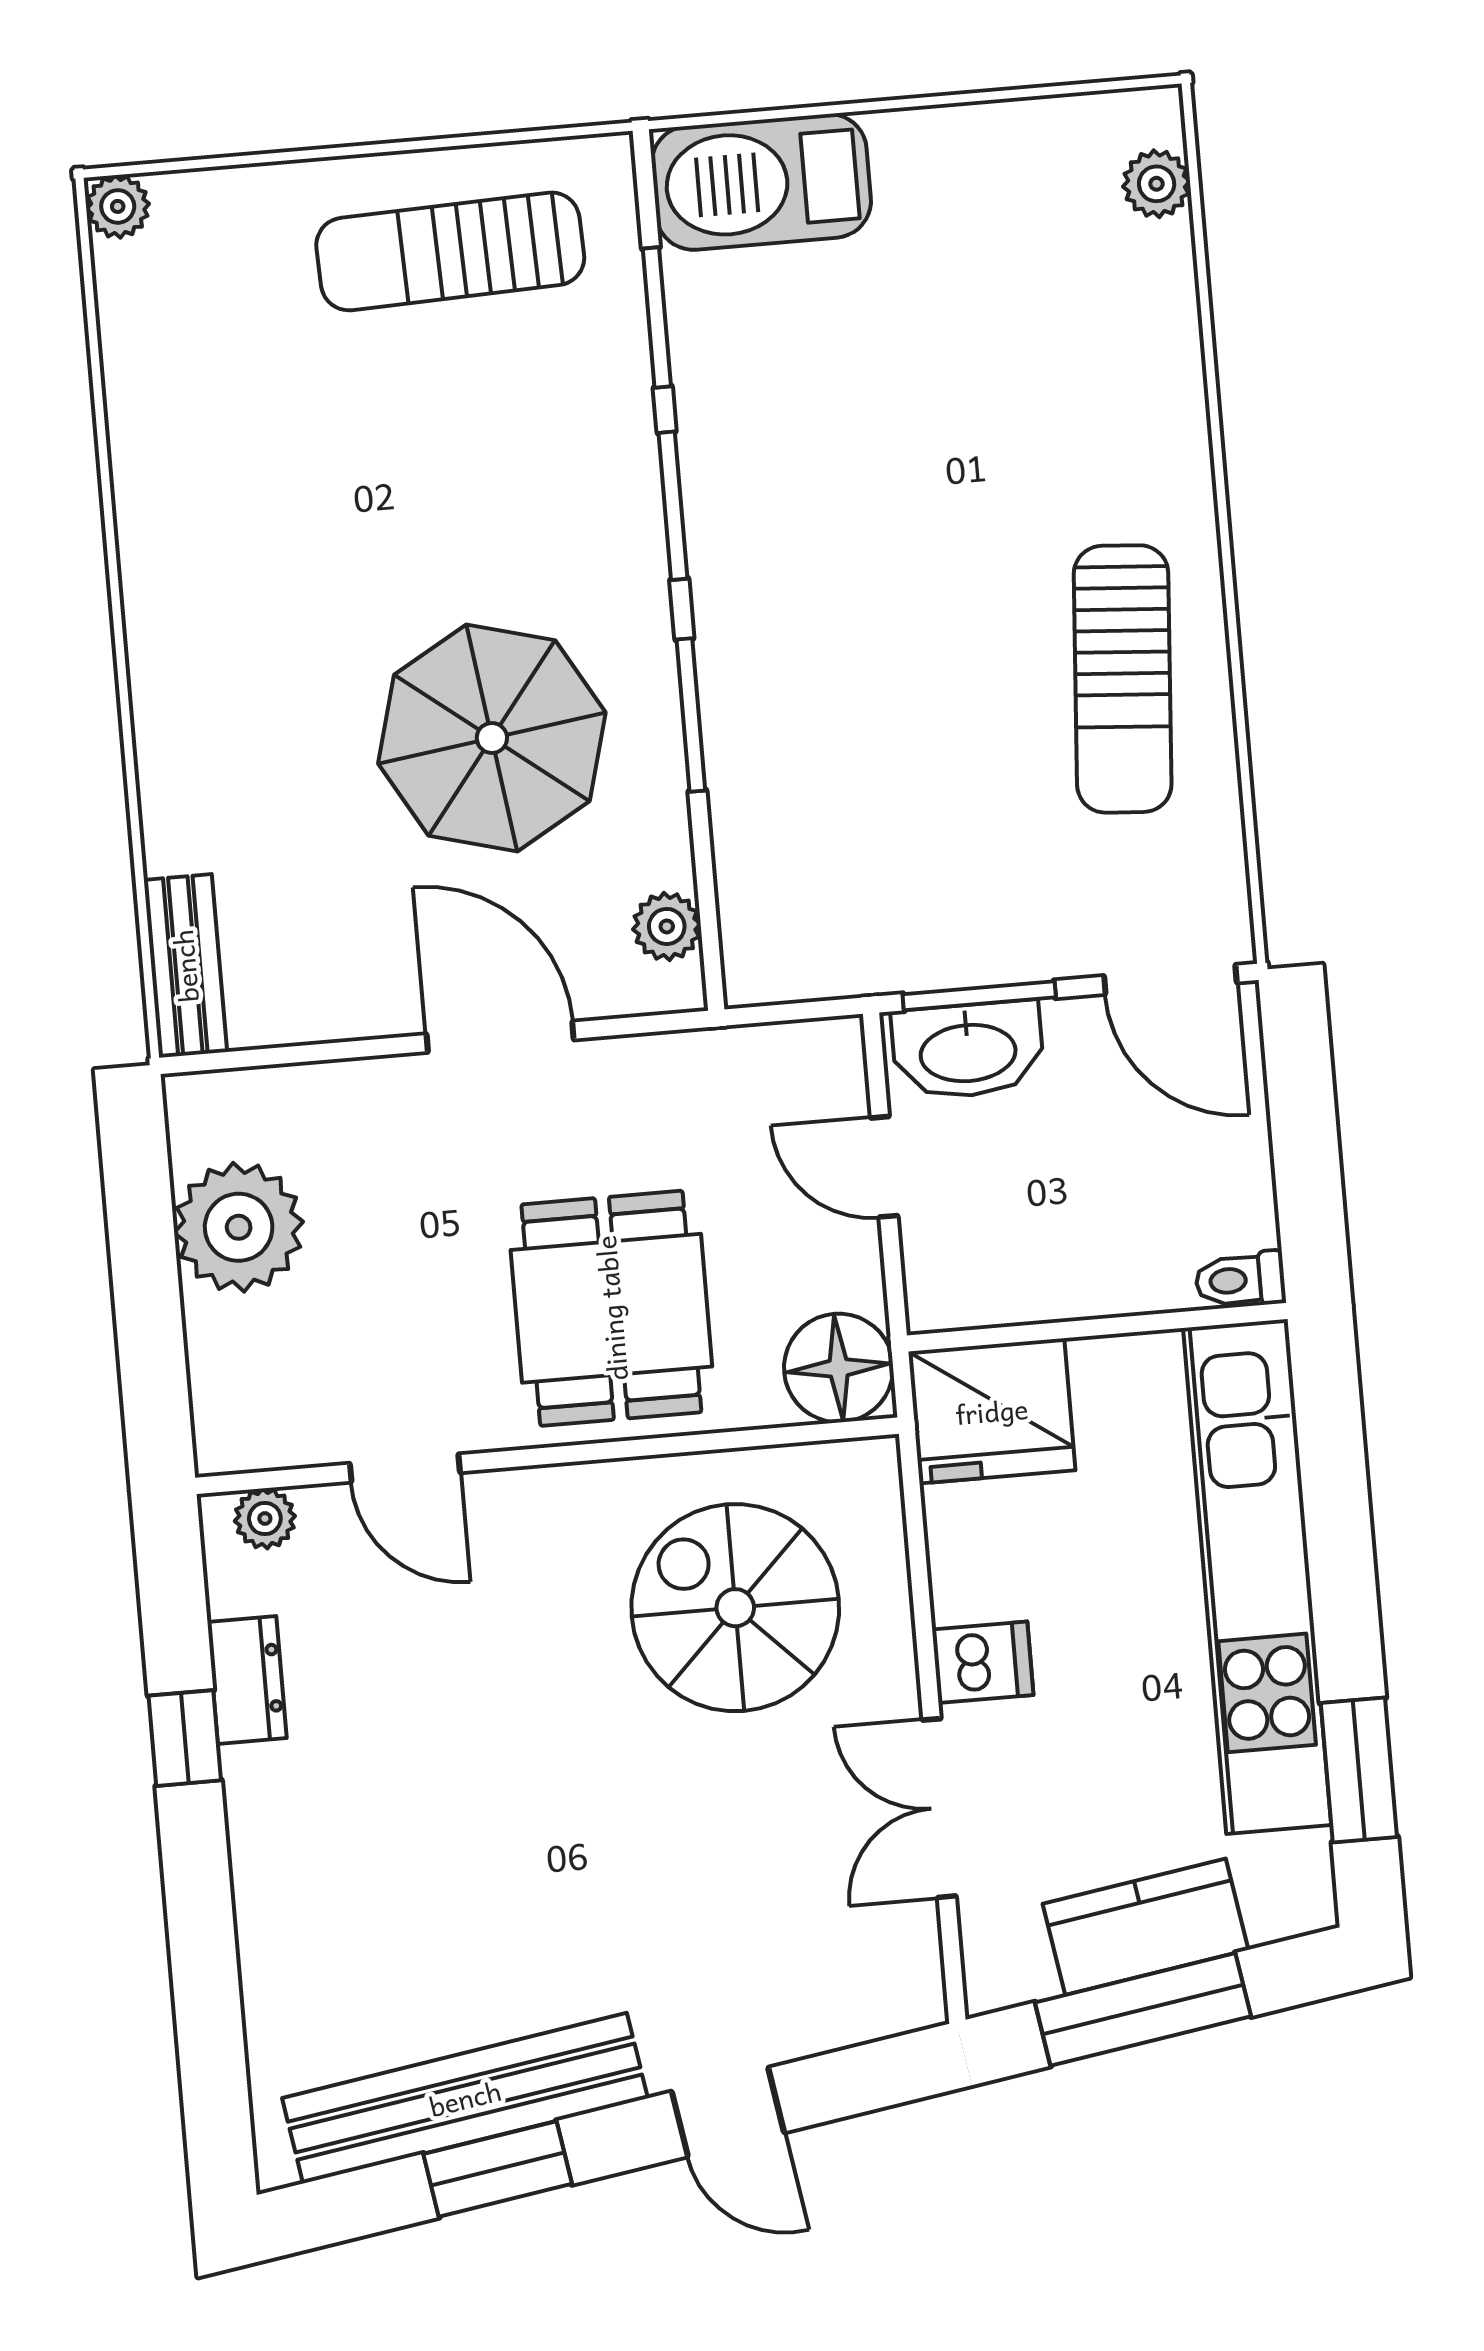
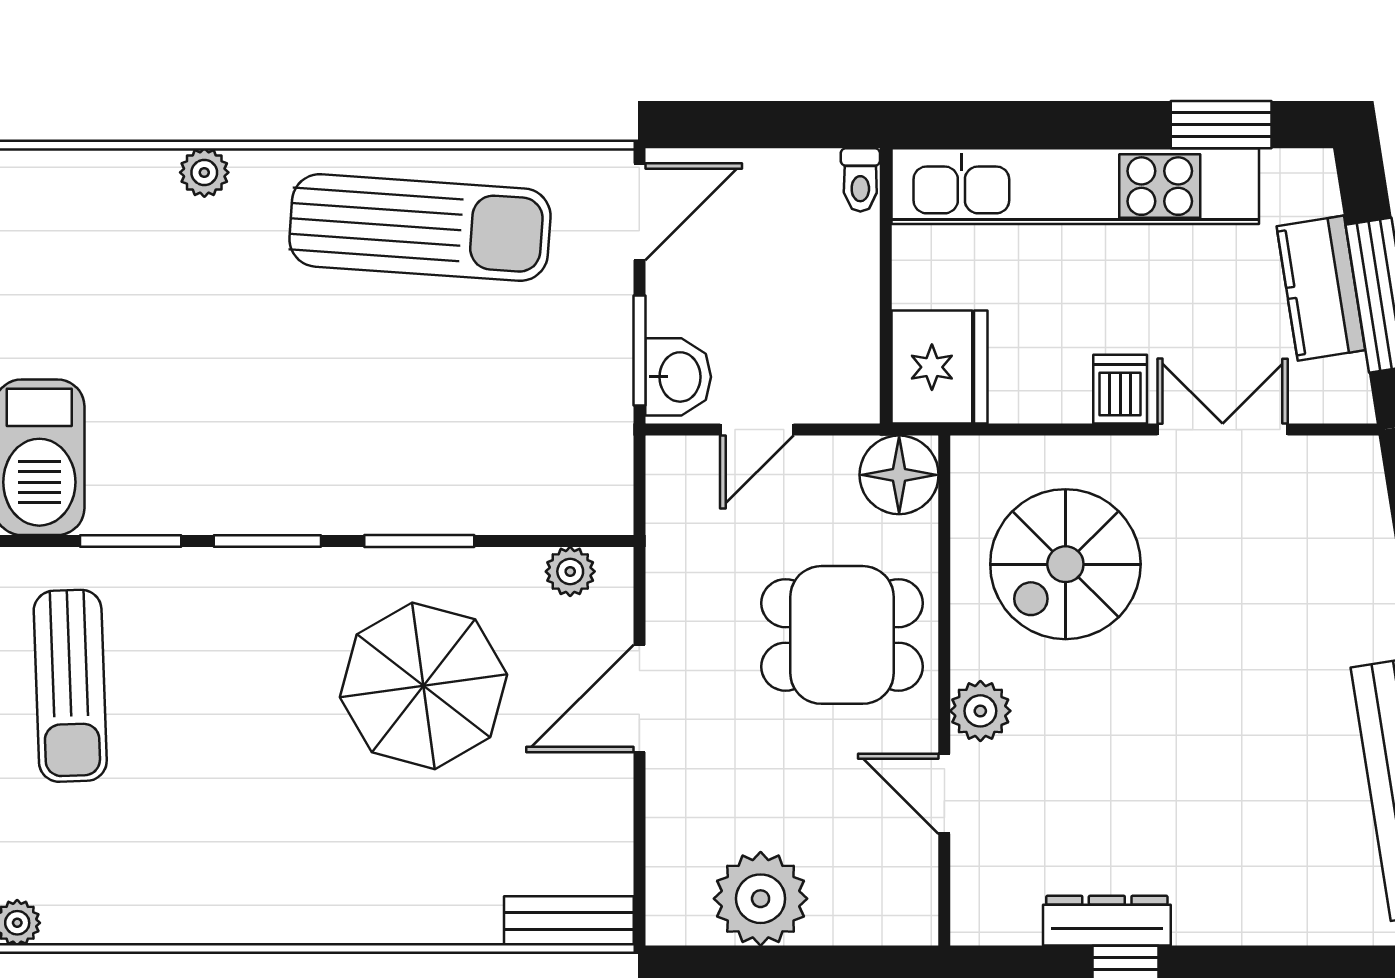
plant: (1157, 184) -> (204, 172), moved
sun lounger: (1123, 679) -> (420, 228), width x1.36, depth x1.34
washbasin: (968, 1050) -> (678, 377), width x0.72
door: (405, 1468) -> (944, 794), swing flipped
plant: (265, 1519) -> (980, 711), moved, width x1.38, depth x1.38
dresser: (247, 1680) -> (1107, 921), width x1.44
double door: (939, 1808) -> (1223, 430), swing flipped

